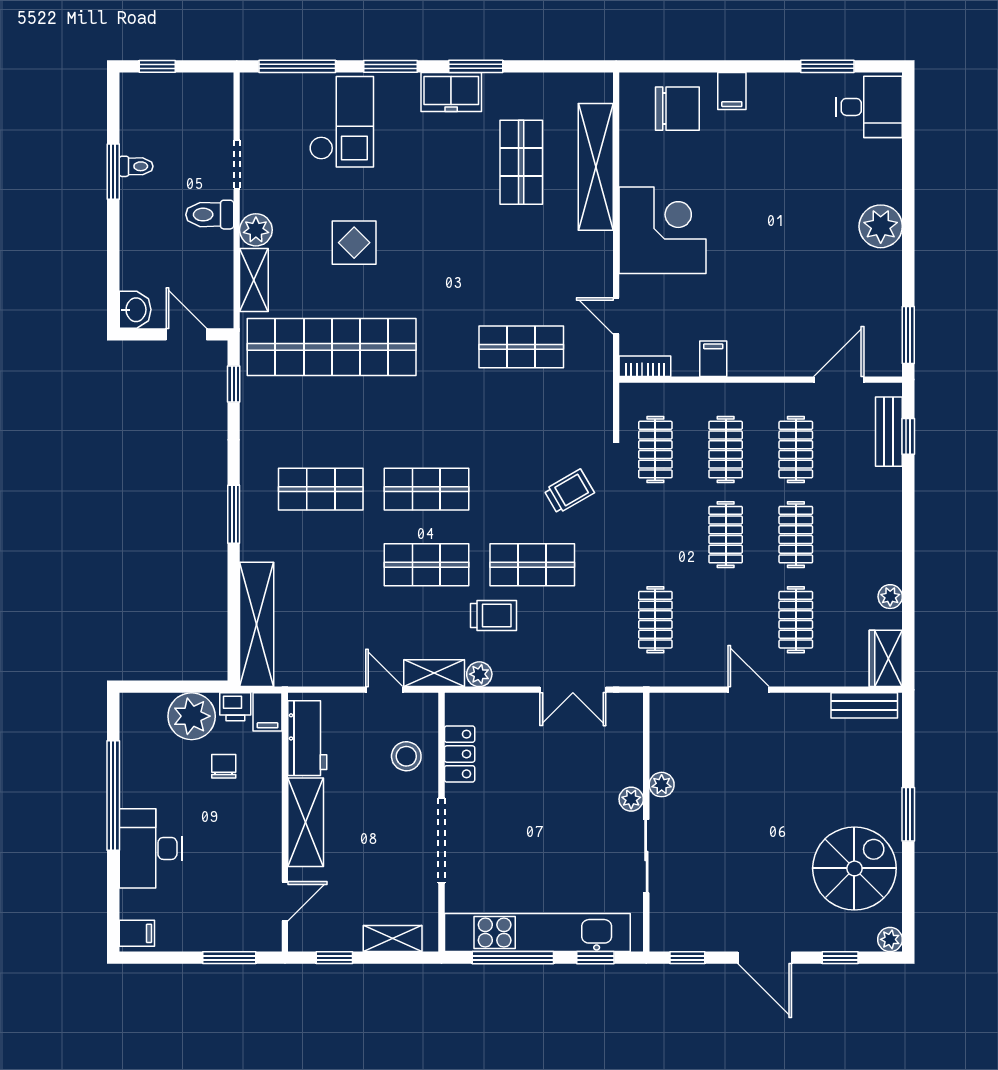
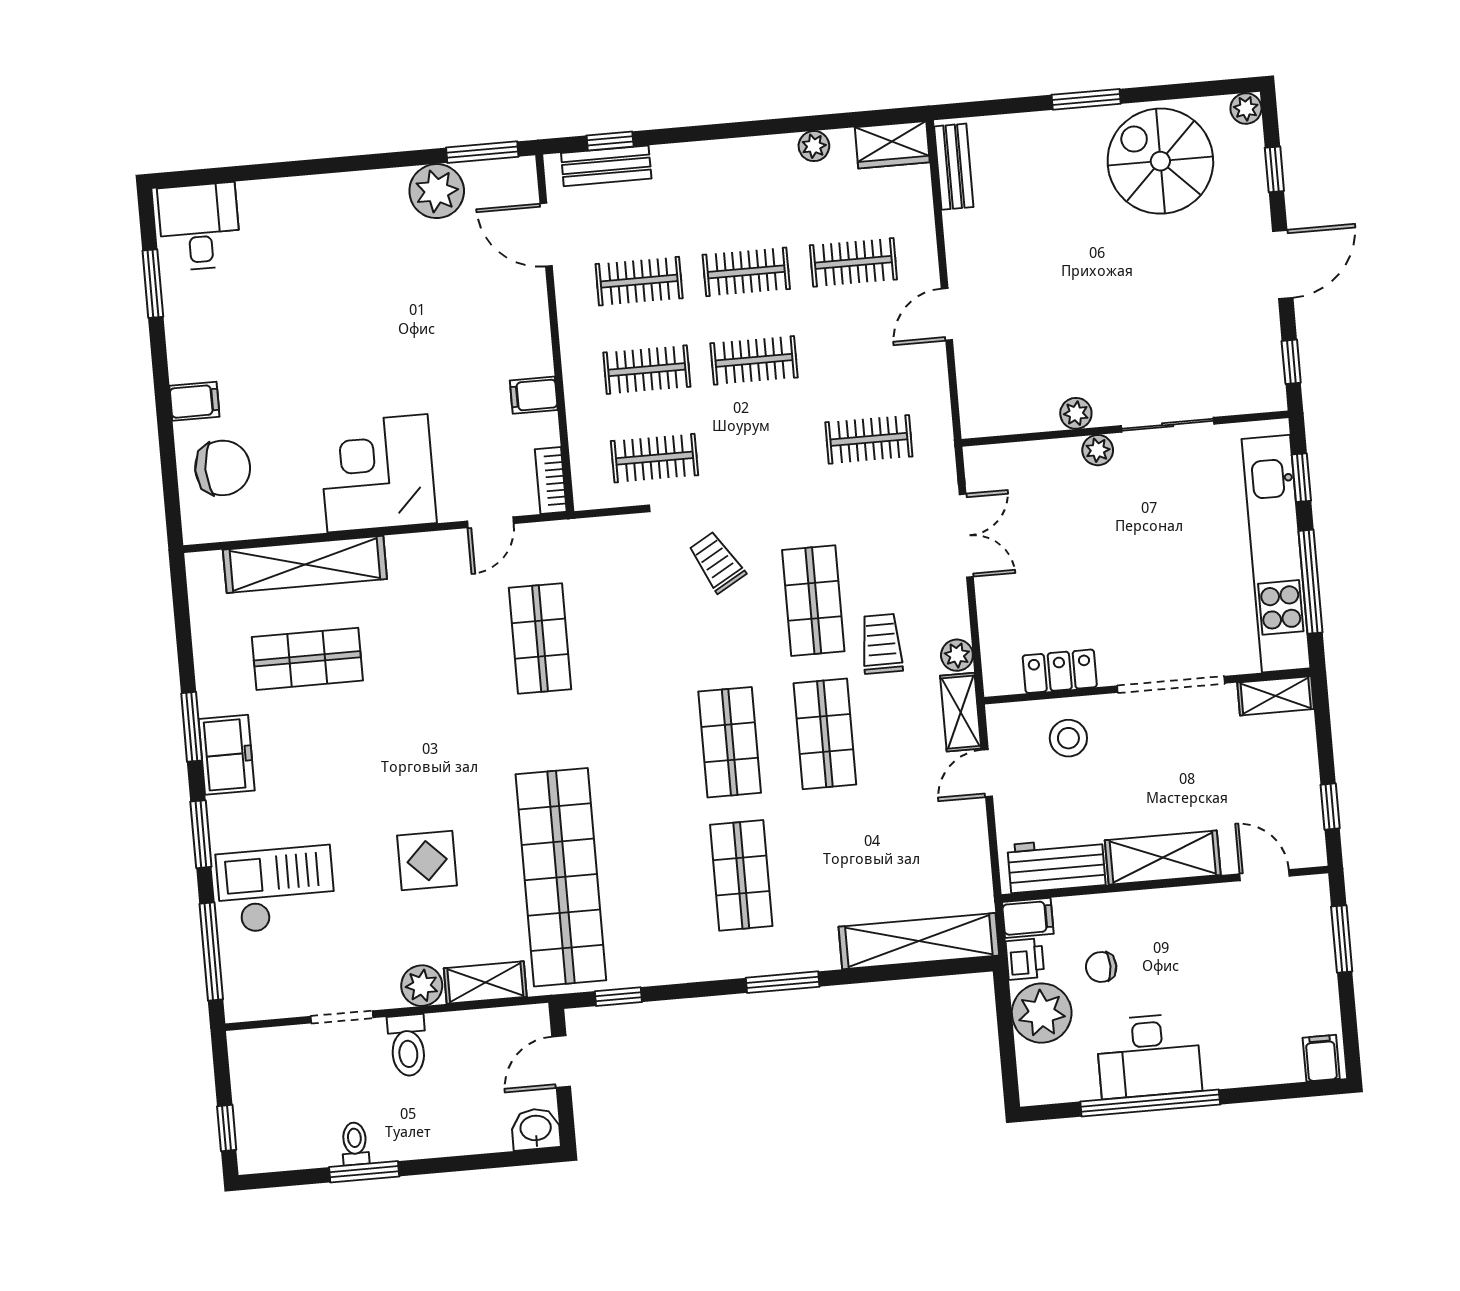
chair: (677, 109) -> (223, 468), turned 90
plant: (881, 226) -> (437, 191), moved
desk: (151, 848) -> (1149, 1056), moved
shelving: (393, 939) -> (1276, 696), moved, turned 90

